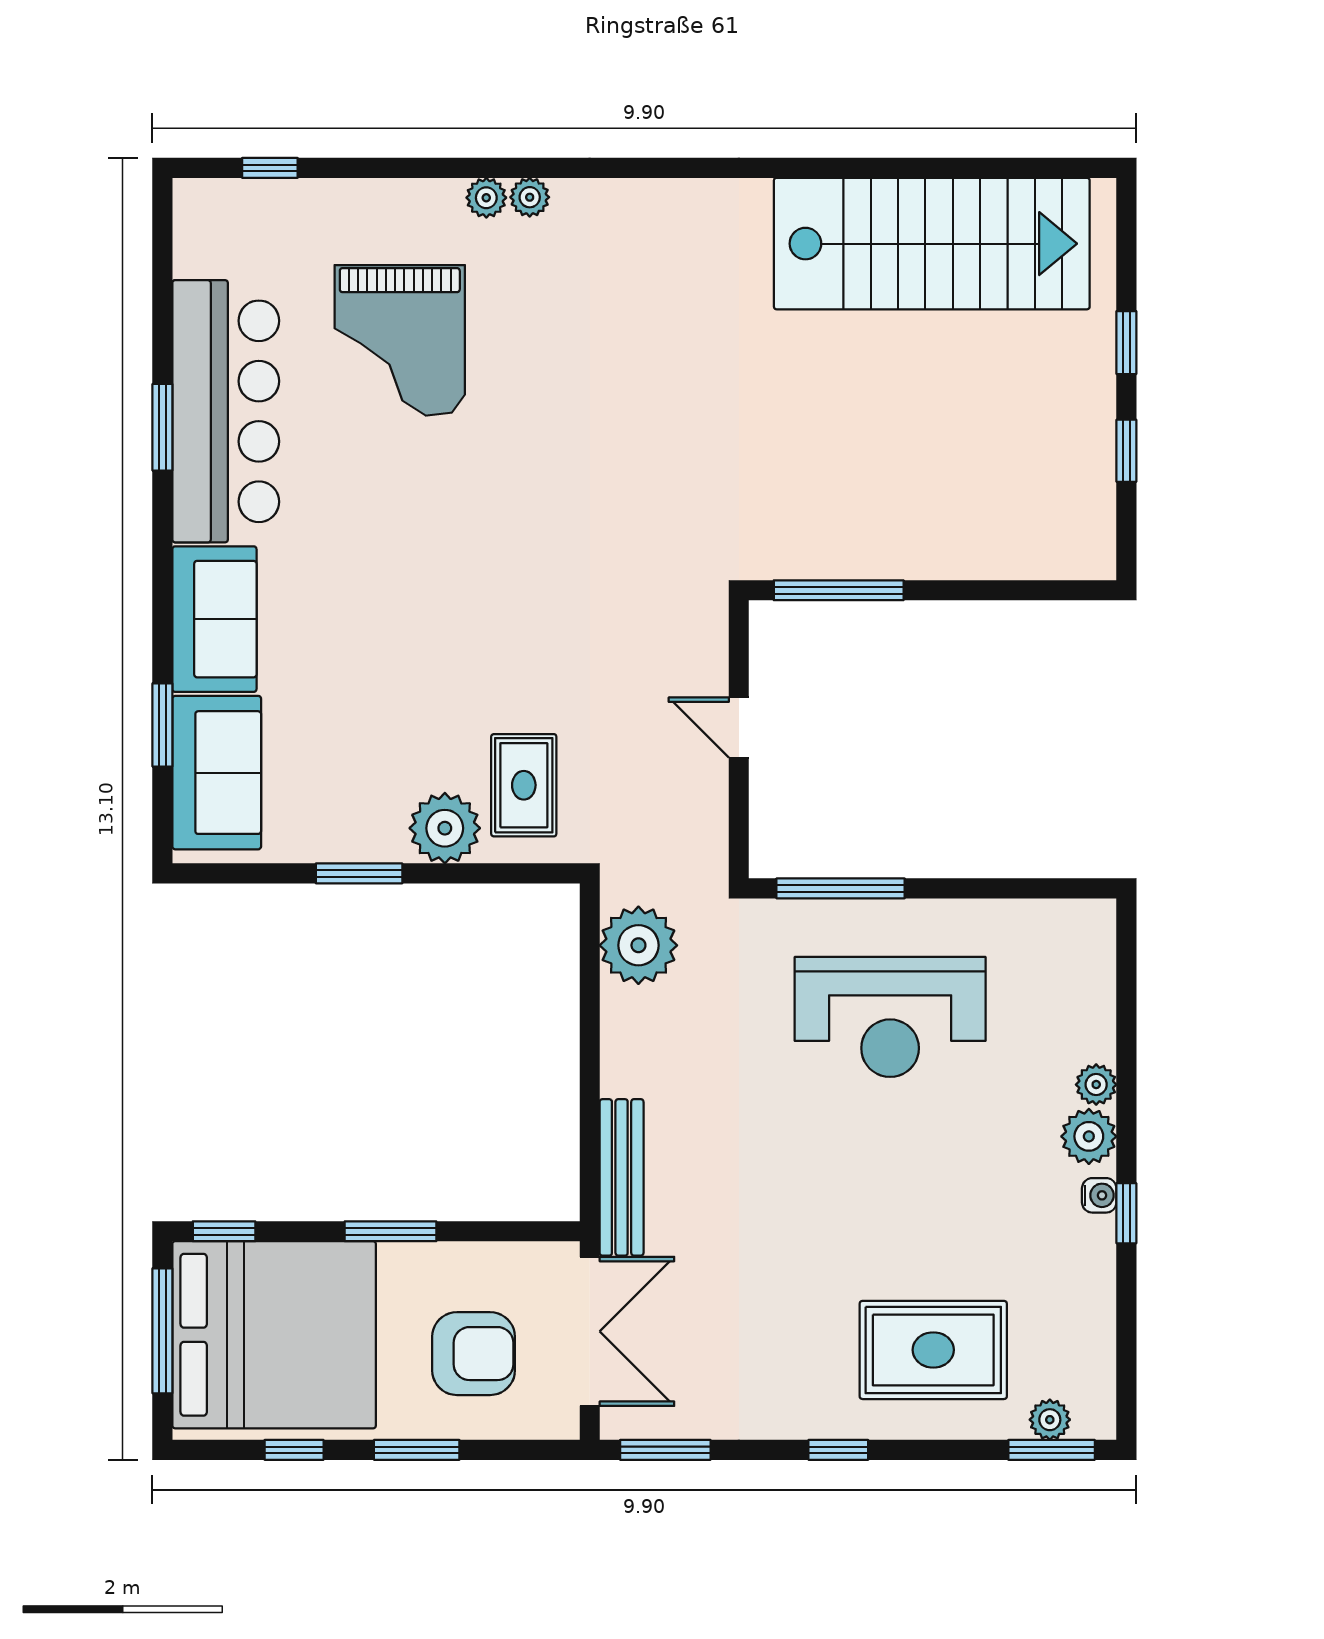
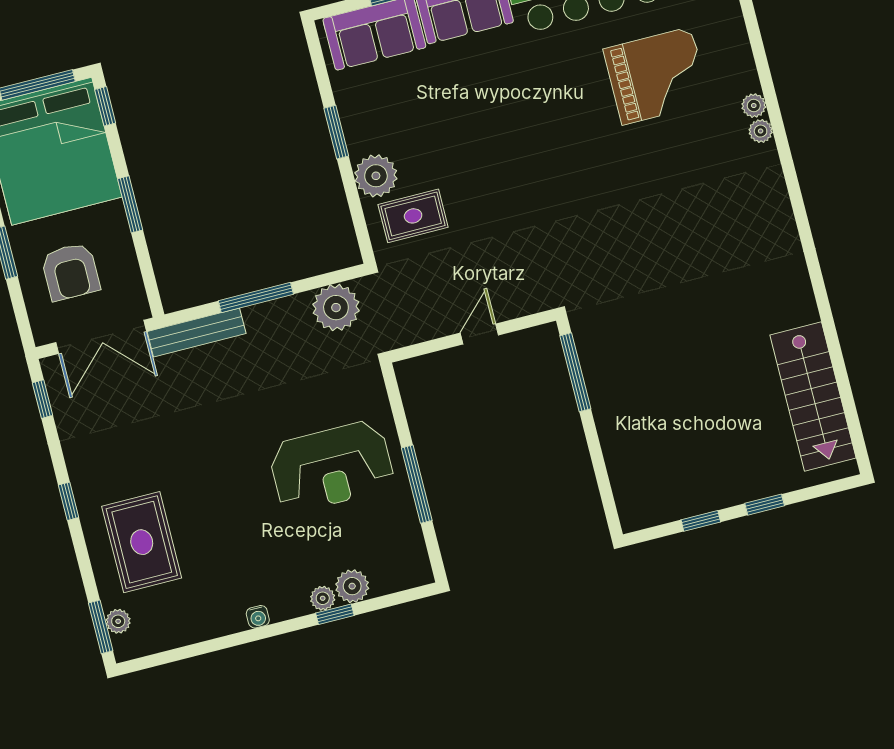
stairs: (932, 244) -> (813, 397), width x0.73, depth x0.66
grand piano: (400, 340) -> (657, 76), turned 180
window: (841, 888) -> (417, 484), moved
reception desk: (890, 1017) -> (332, 467), turned -90
window: (590, 1069) -> (256, 297), added
plant: (1089, 1136) -> (352, 586), moved
window: (1126, 1213) -> (335, 614), moved
window: (665, 1450) -> (43, 399), width x0.67

